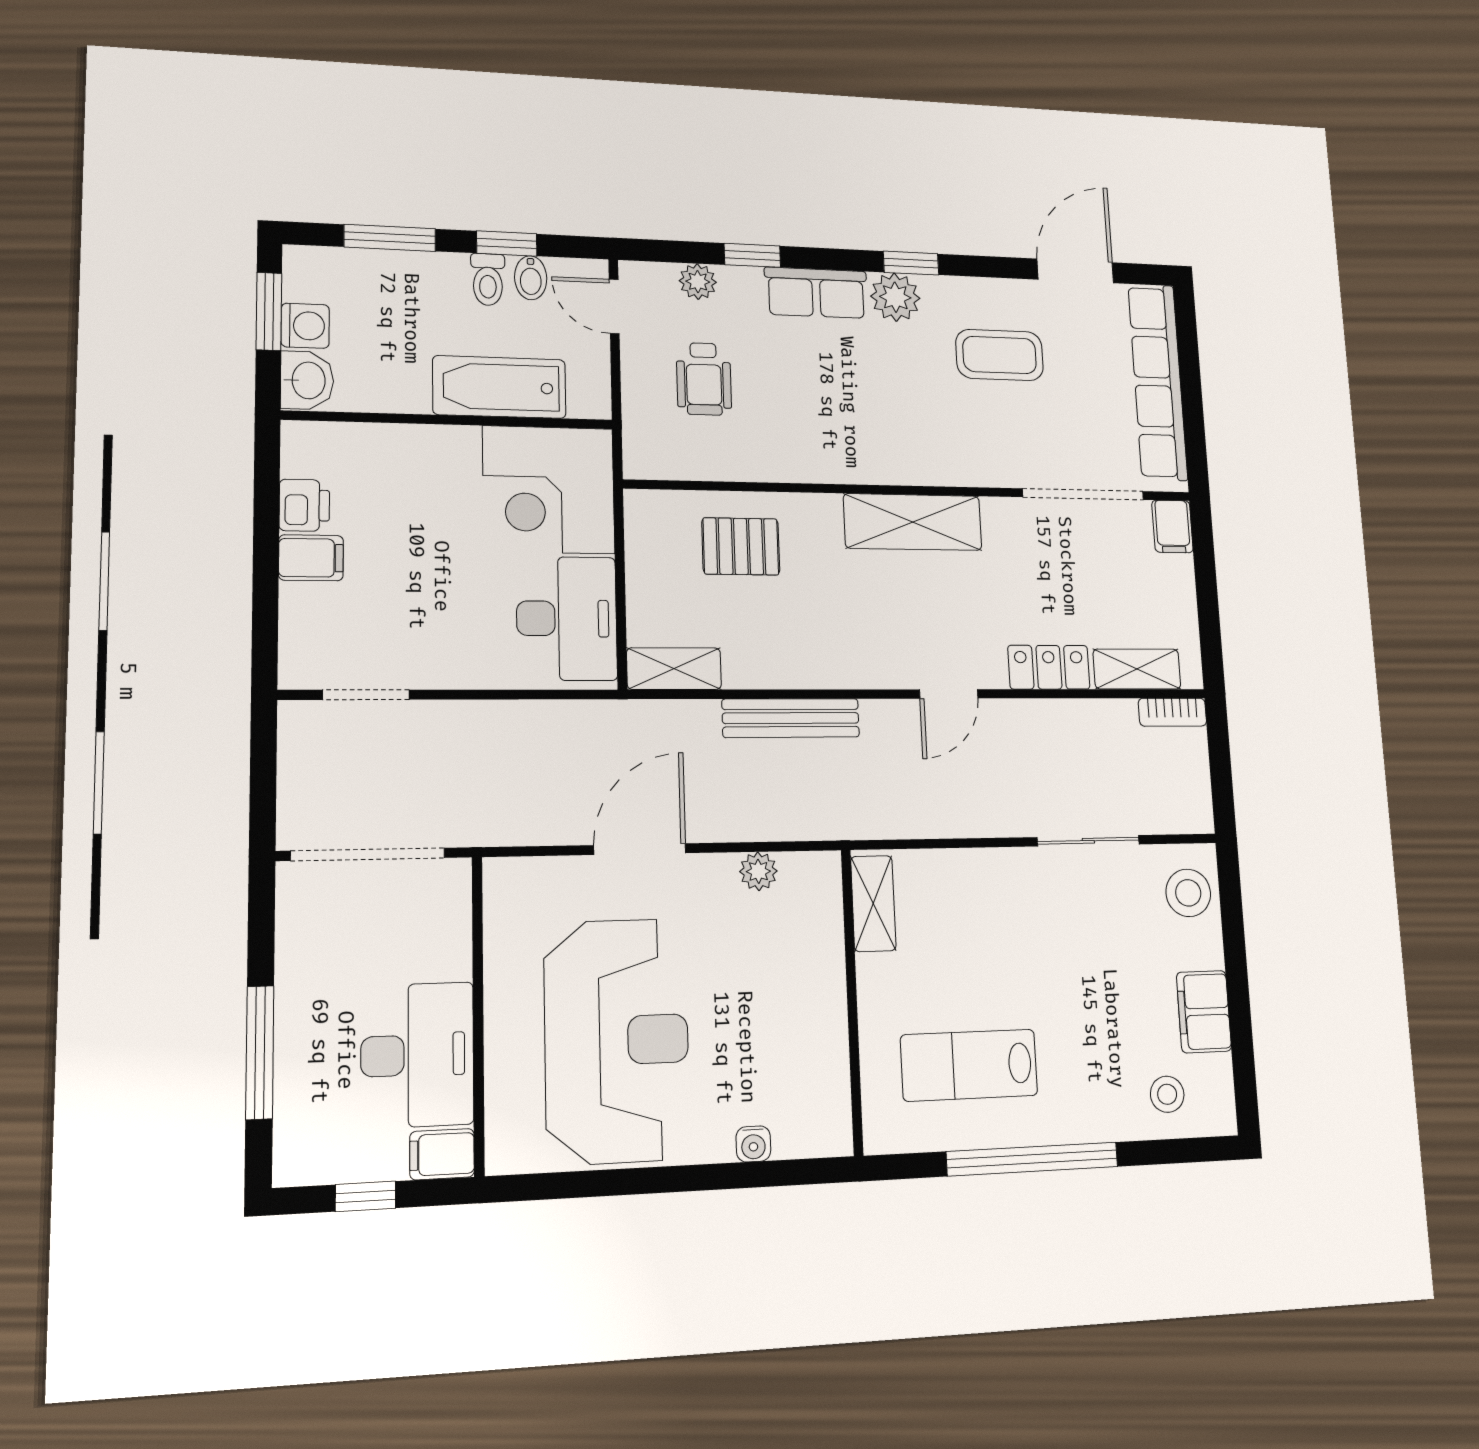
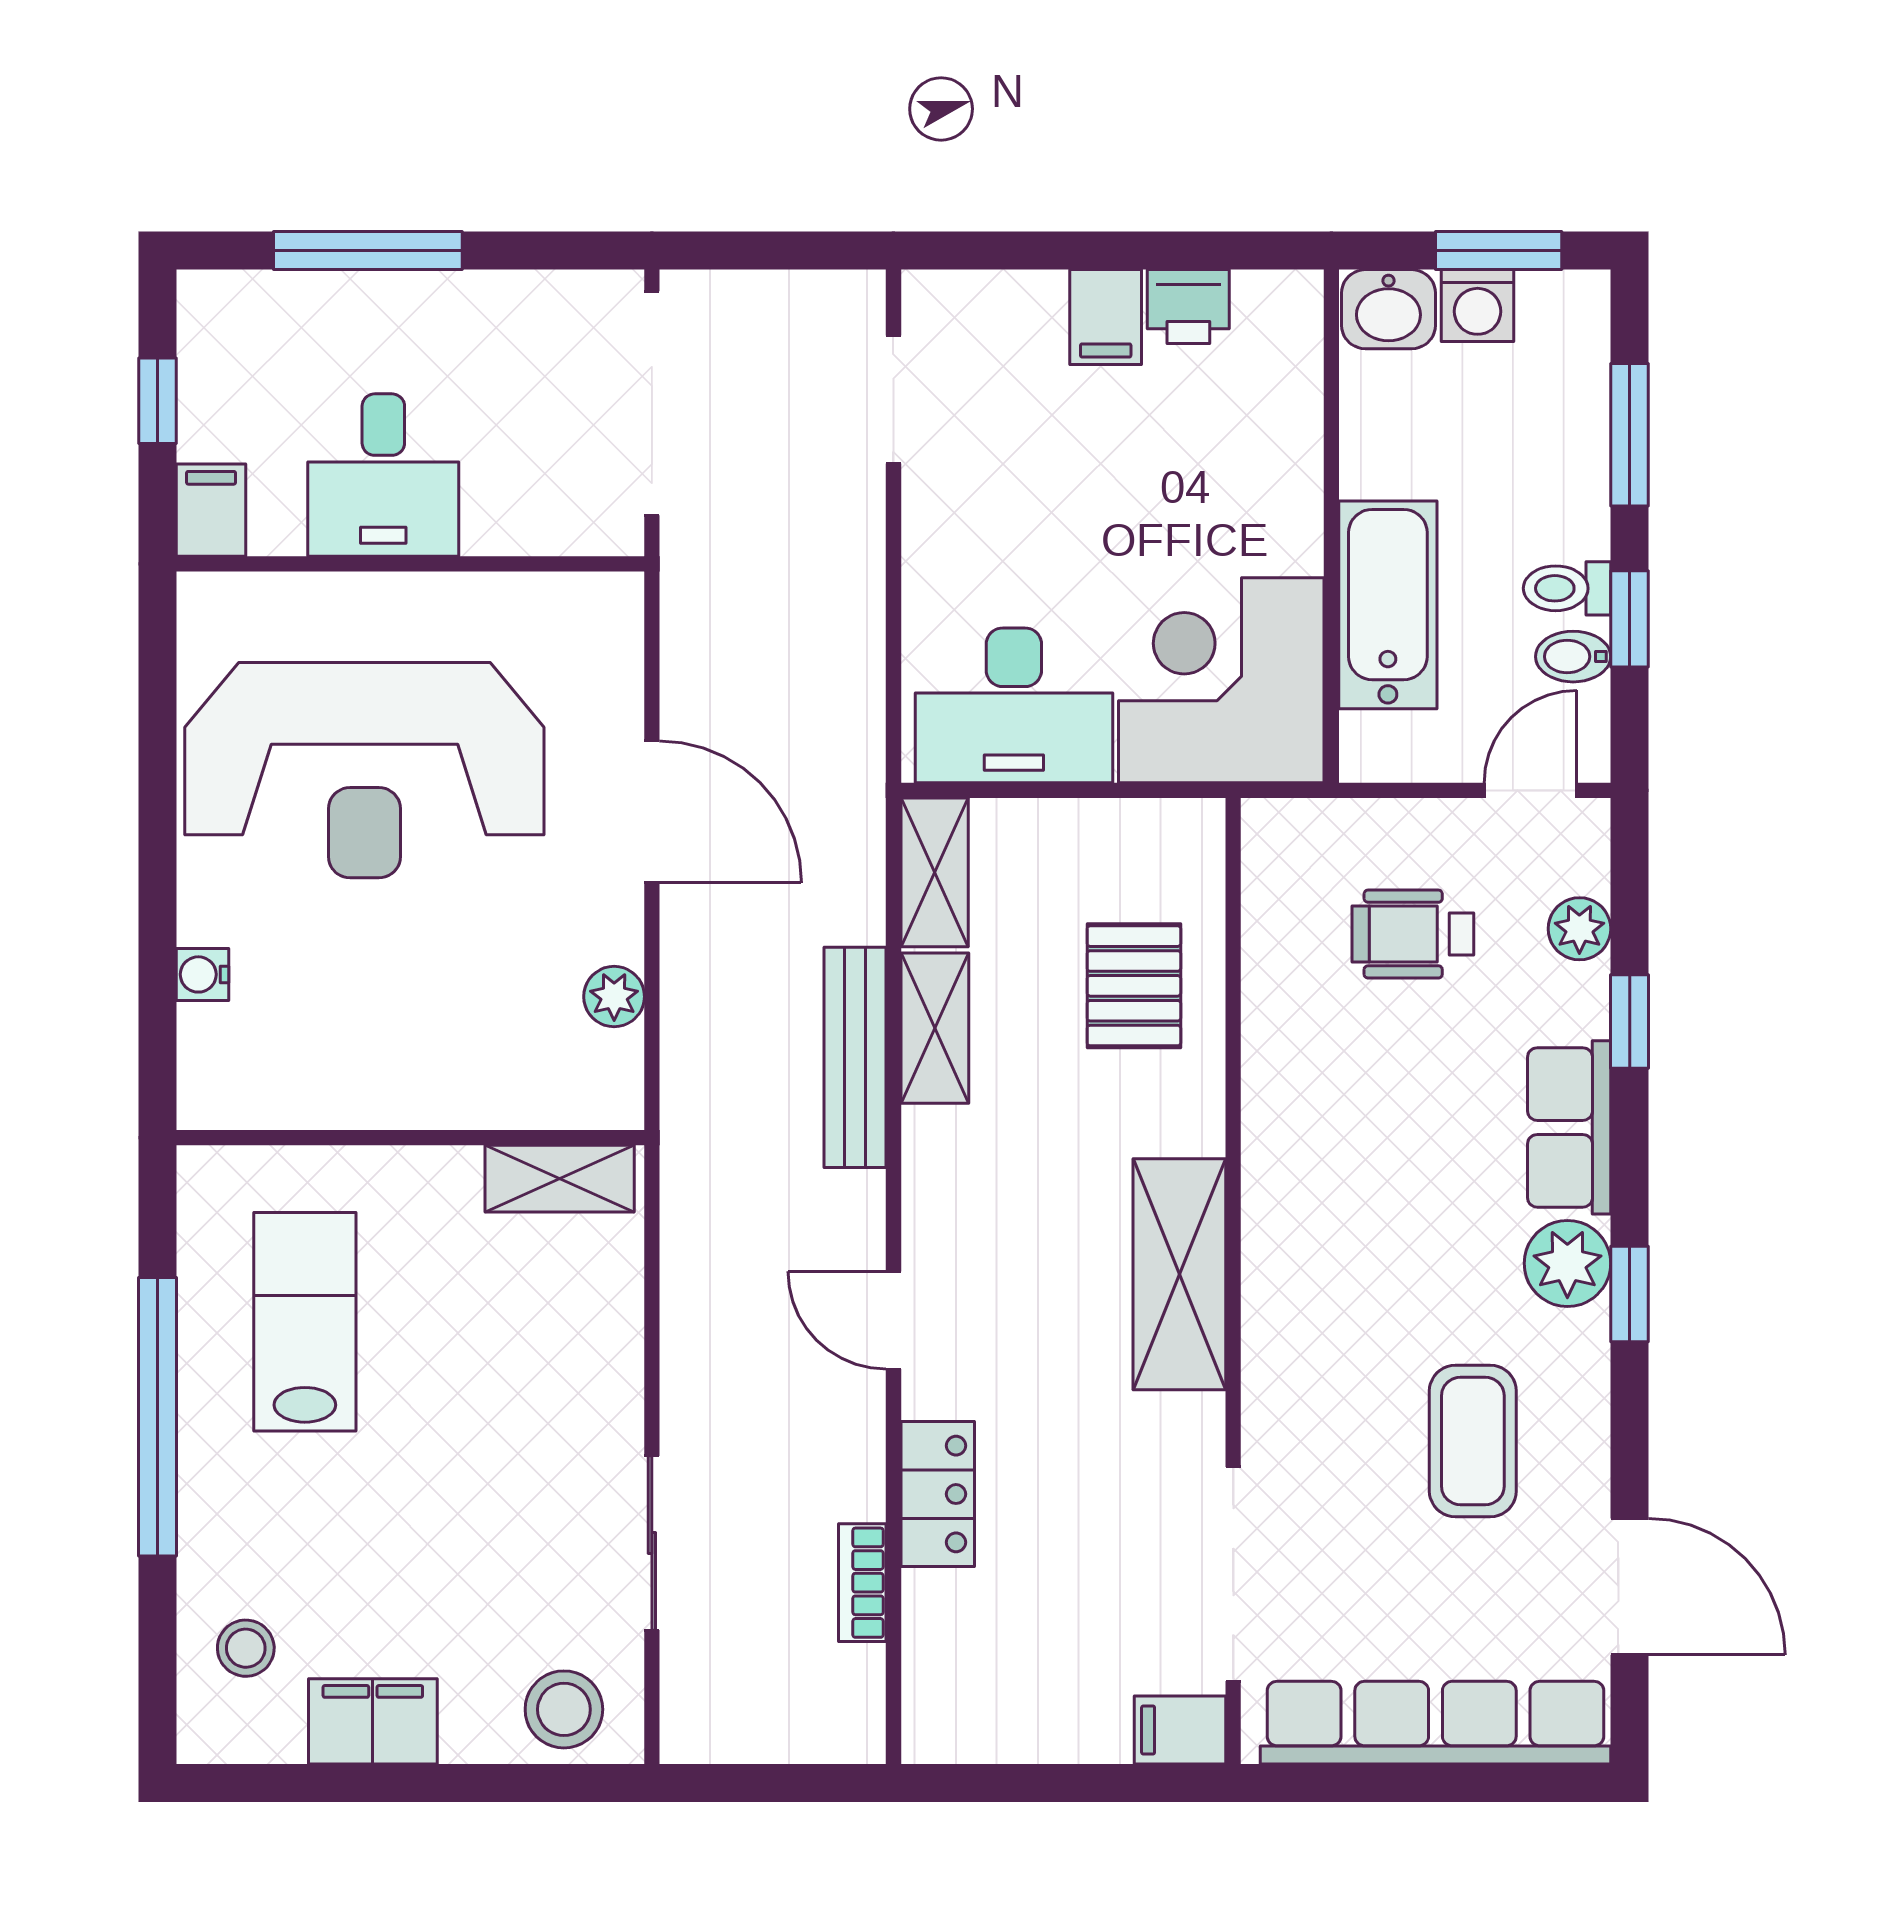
shelving: (1137, 669) -> (935, 1028), moved
bookcase: (1172, 712) -> (862, 1583), moved
desk: (417, 1055) -> (383, 475), width x0.73

